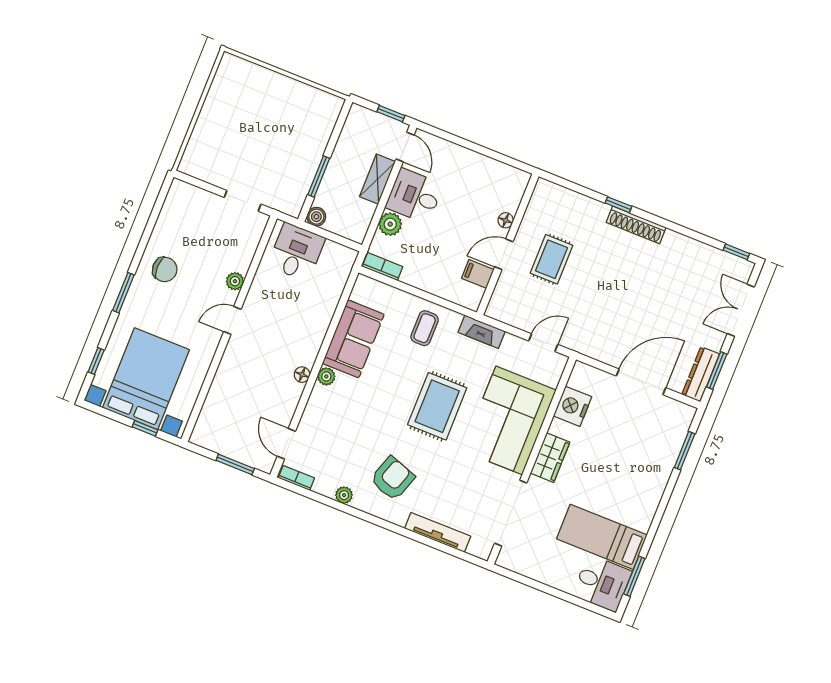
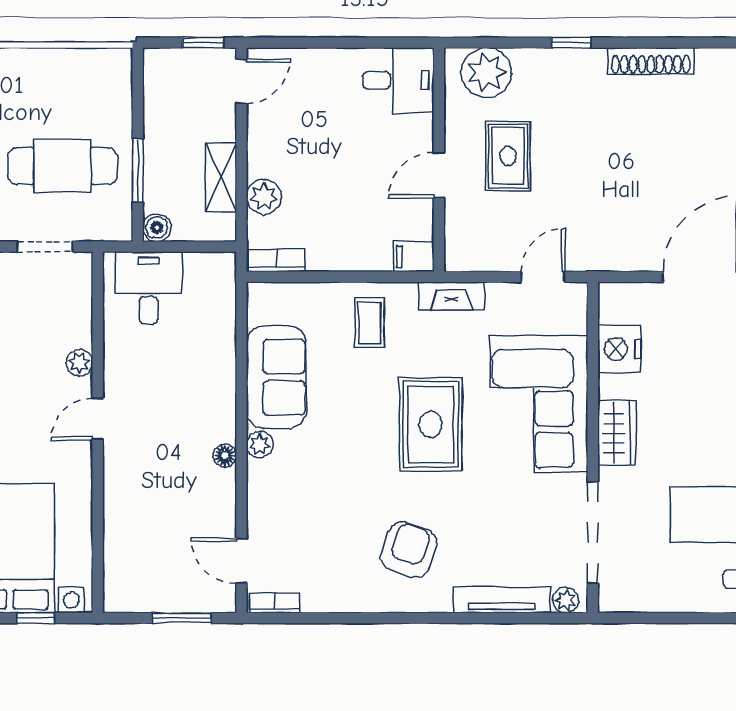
door: (405, 147) -> (241, 81), hinge flipped
cafe table: (273, 155) -> (63, 166), added
shelving: (377, 179) -> (221, 177), moved
desk: (414, 196) -> (398, 80), moved, turned 180
plant: (559, 202) -> (486, 72), added
floor lamp: (506, 220) -> (422, 127), removed
shoe rack: (636, 225) -> (651, 61), moved
filing cabinet: (478, 274) -> (414, 257), moved
plant: (344, 495) -> (566, 600), moved

